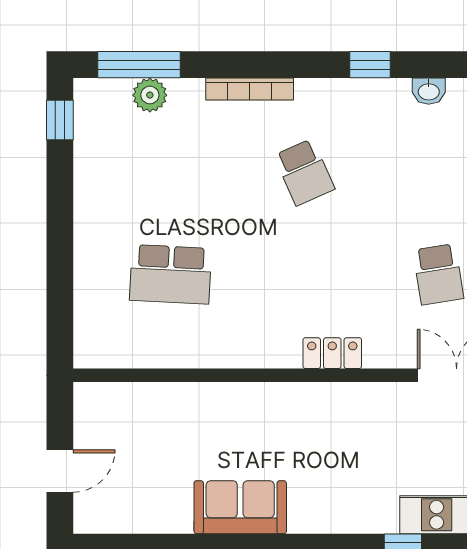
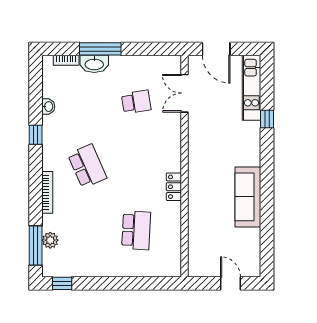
school desk: (304, 172) -> (87, 166), width x1.85
locker: (332, 353) -> (174, 187), moved
sofa: (240, 507) -> (248, 197), width x1.36

